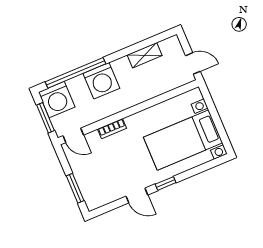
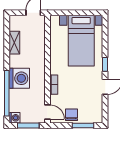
washing machine: (57, 100) -> (14, 118), width x0.53, depth x0.53
door: (73, 135) -> (48, 112), hinge flipped
chair: (83, 168) -> (72, 115), added

